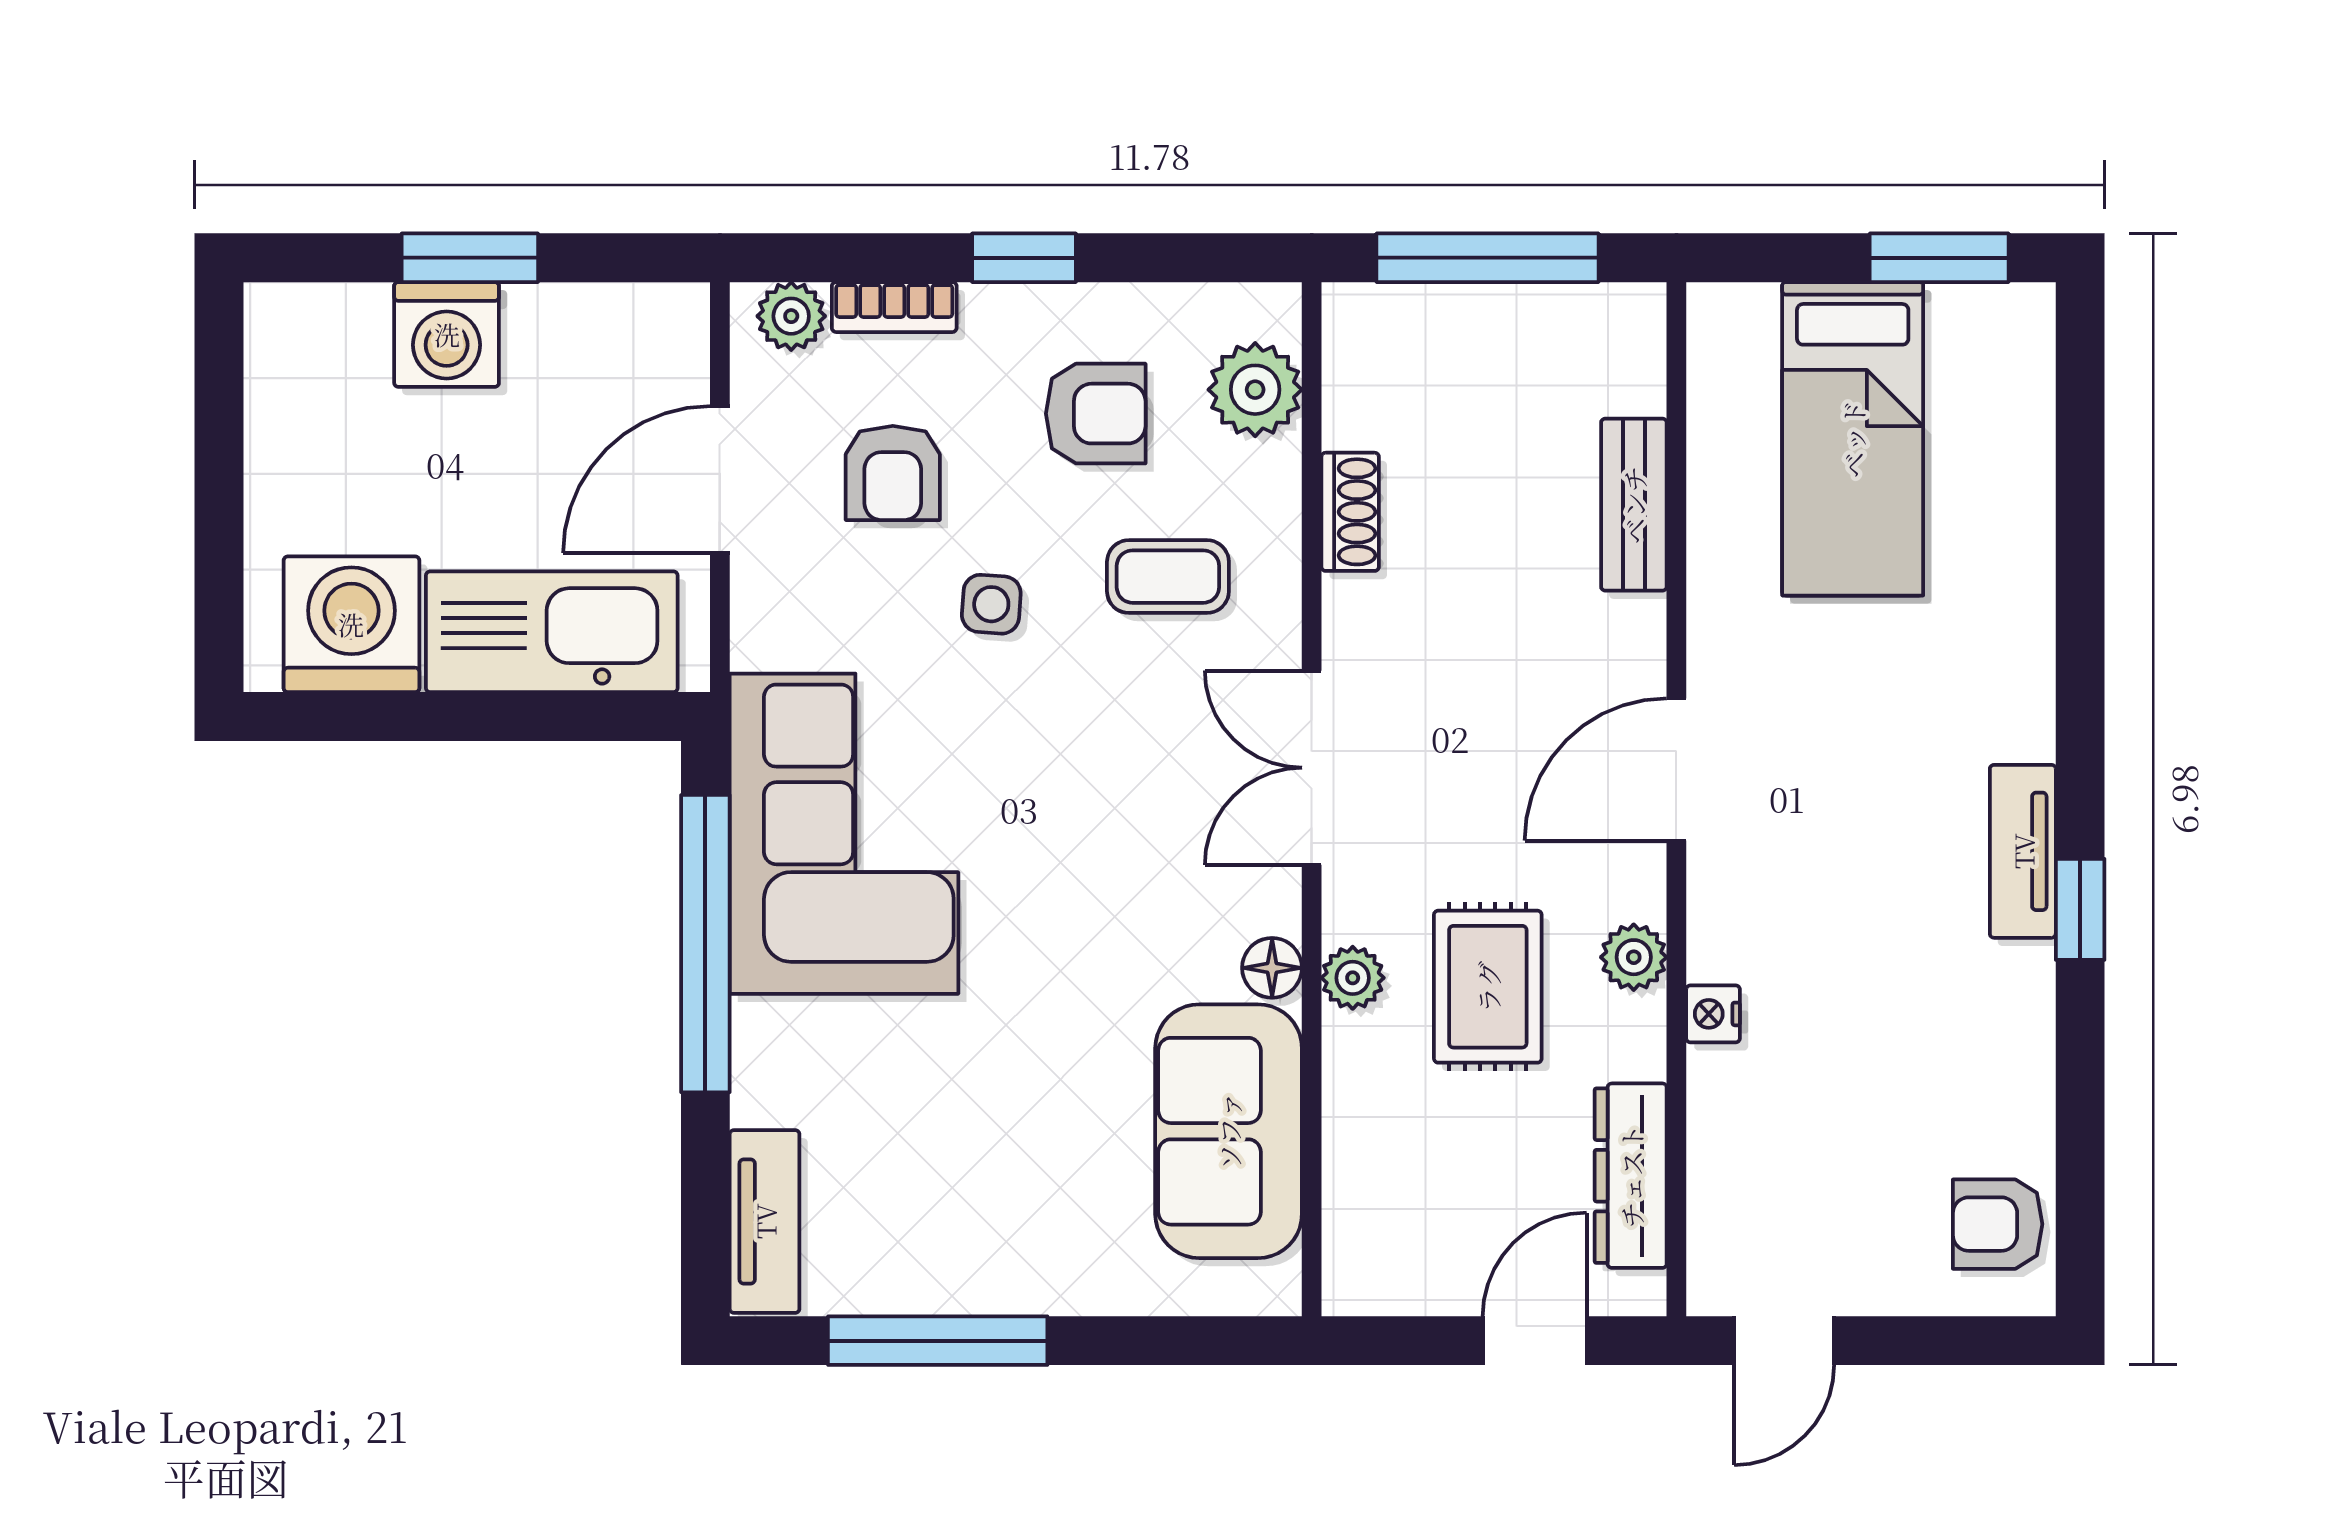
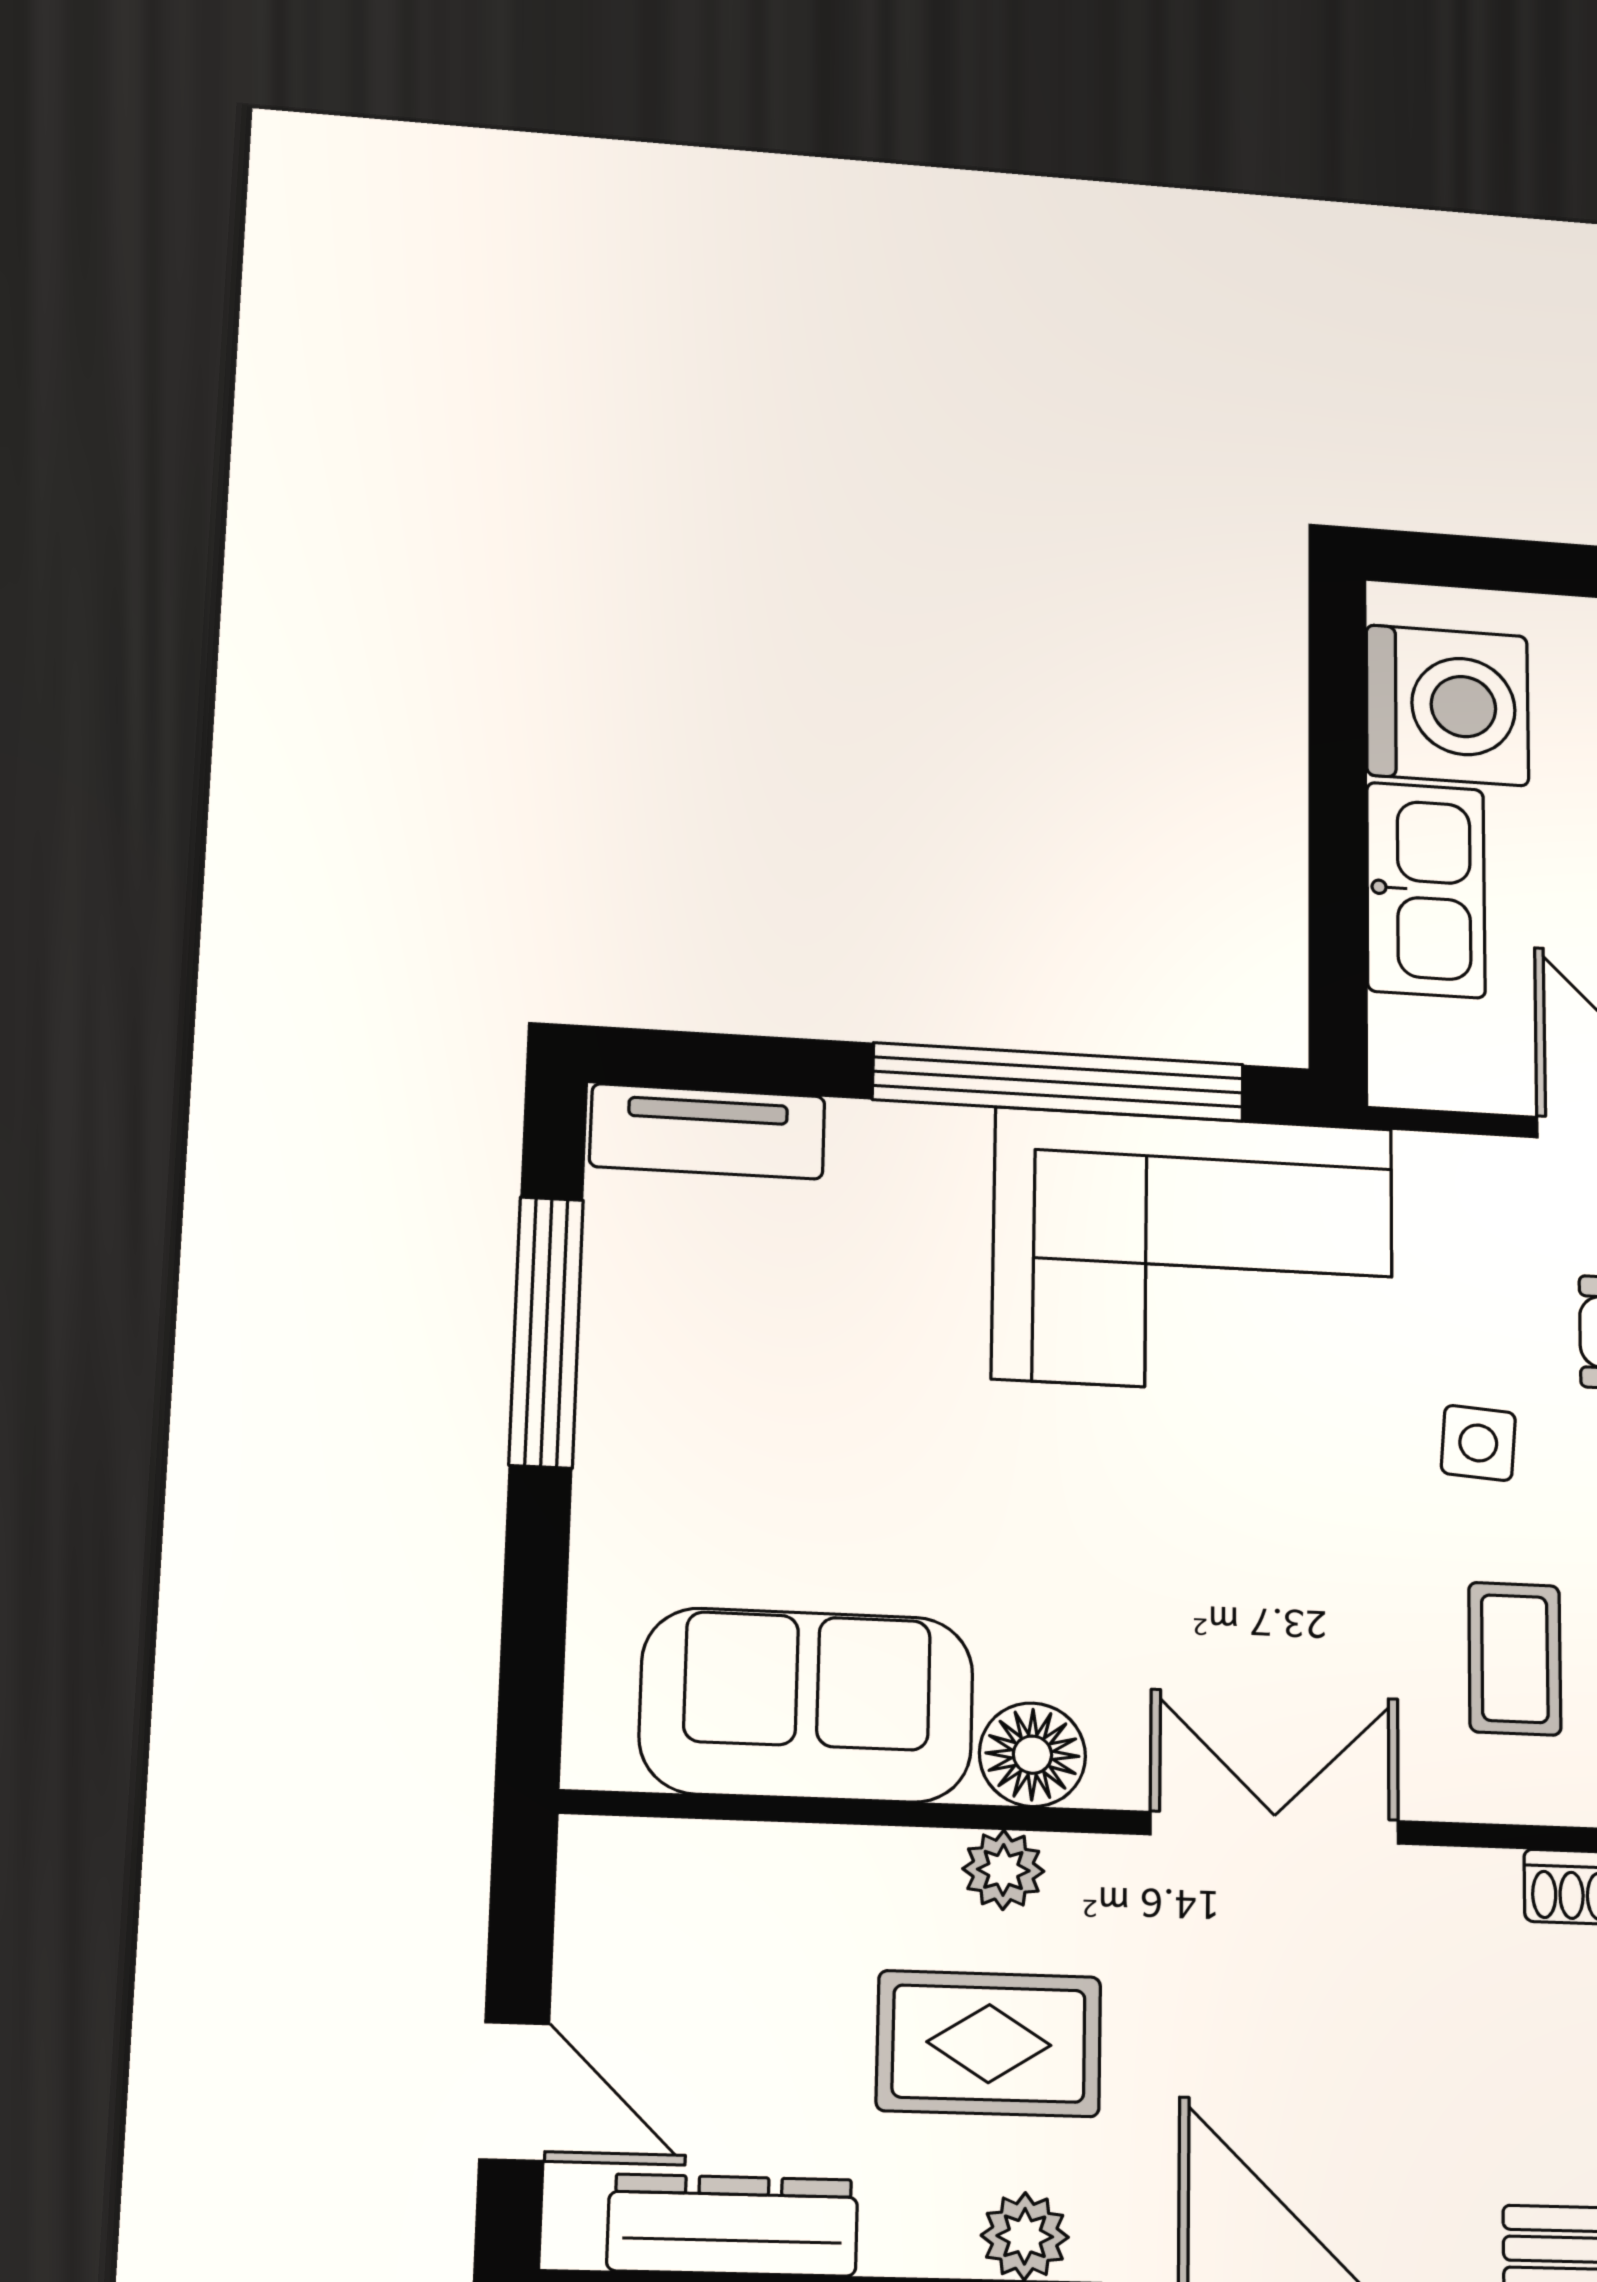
kitchen sink: (552, 632) -> (1426, 890), width x0.73, depth x0.81
floor lamp: (1272, 968) -> (1032, 1755), width x1.37, depth x1.37

